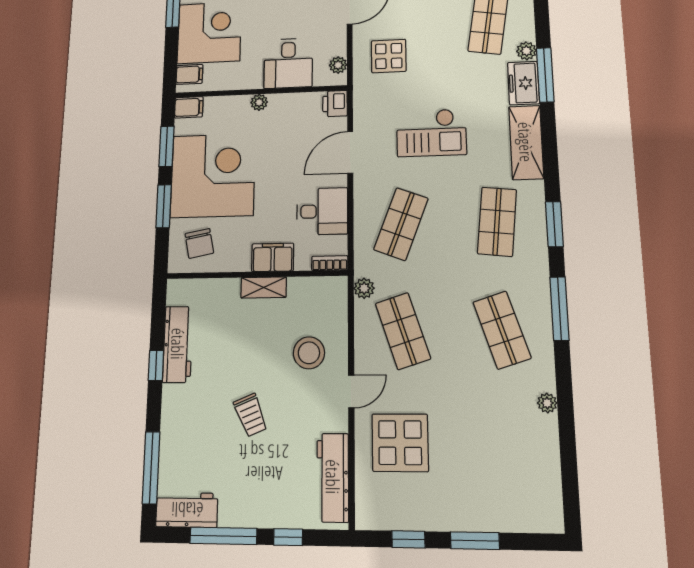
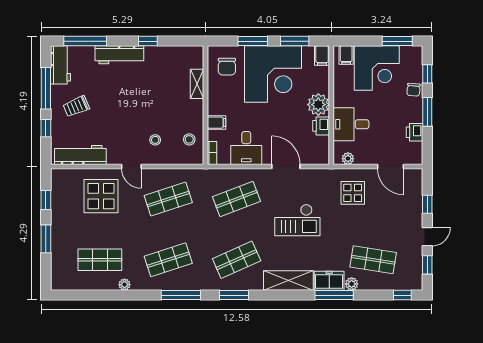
plant: (259, 102) -> (318, 105), width x1.88, depth x1.88
printer: (335, 104) -> (321, 126), moved, turned -90
checkout: (431, 133) -> (297, 220), turned -90
shop shelf: (497, 222) -> (237, 260), turned -30
shop shelf: (401, 224) -> (237, 199), turned -42
chair: (199, 243) -> (227, 67), turned -79
filing cabinet: (273, 257) -> (216, 123), width x0.50
shelving: (264, 287) -> (197, 84), moved
plant: (364, 288) -> (195, 175), removed
stool: (309, 299) -> (189, 139), added
workbench: (178, 344) -> (119, 55), moved
stool: (309, 353) -> (155, 140), width x0.53, depth x0.53
trolley: (251, 415) -> (76, 106), moved
shop shelf: (507, 445) -> (100, 260), added

